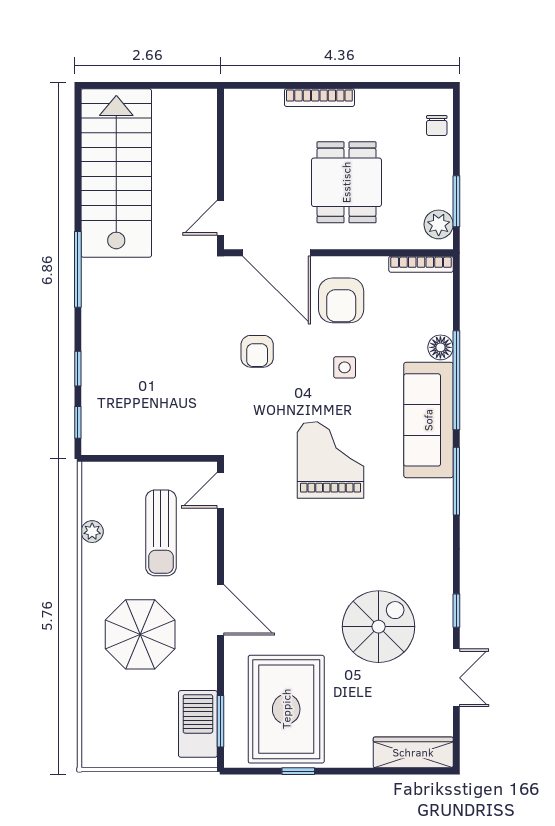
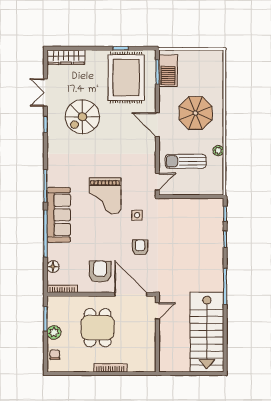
plant: (439, 224) -> (54, 332), moved
floor lamp: (440, 347) -> (53, 267), moved
side table: (345, 367) -> (137, 215), moved
plant: (92, 532) -> (218, 151), moved
sun lounger: (161, 533) -> (186, 161), turned -90

